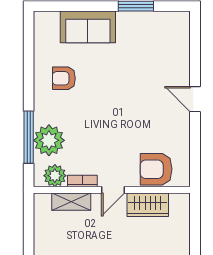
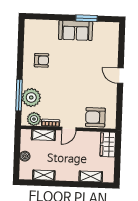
sofa: (88, 27) -> (76, 30), moved
armchair: (64, 78) -> (42, 60), turned 180
wardrobe: (148, 205) -> (108, 144), moved, turned 90
boiler: (42, 238) -> (25, 156), added

